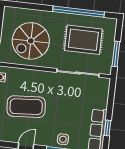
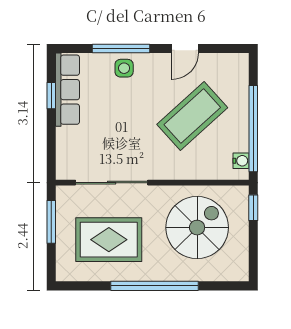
window: (79, 12) -> (155, 286), moved
coffee table: (26, 107) -> (192, 116), turned -38

